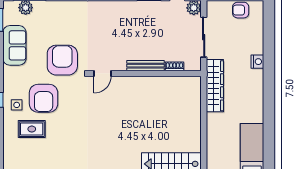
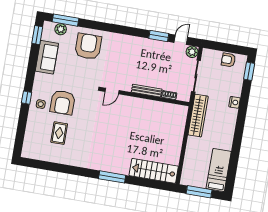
window: (269, 20) -> (249, 71), added
armchair: (62, 60) -> (88, 46), moved
rug: (32, 129) -> (59, 133), moved, turned 90

